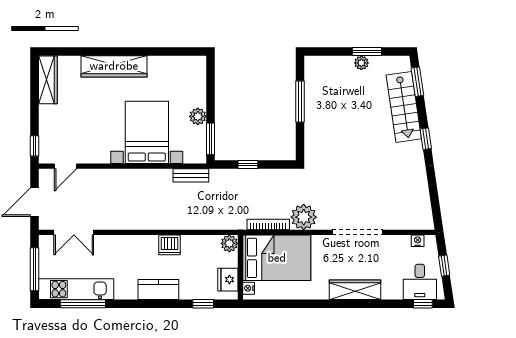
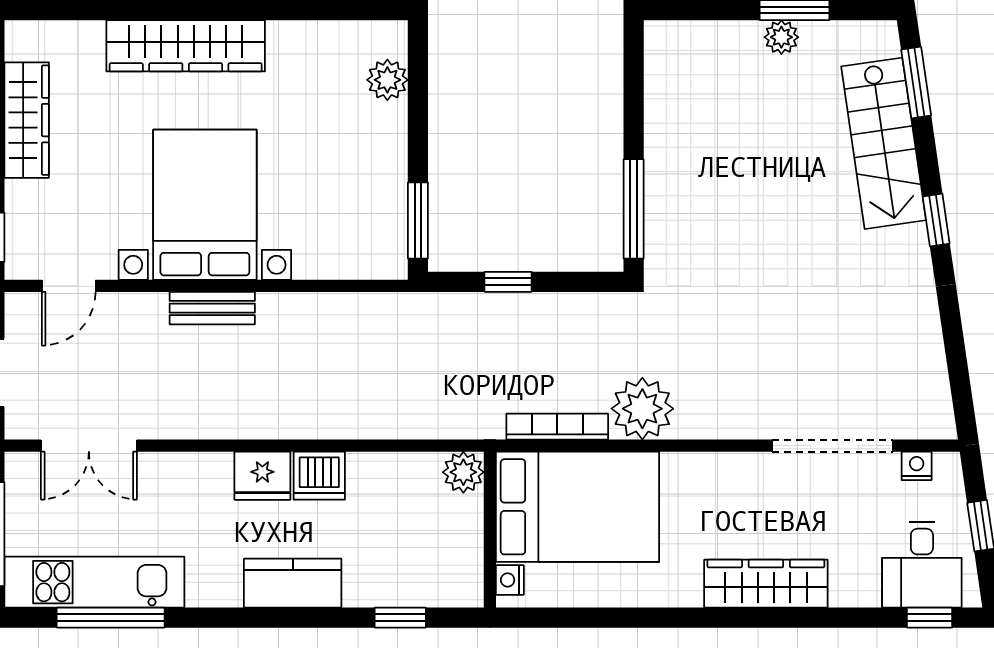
wardrobe: (48, 80) -> (27, 120), moved
window: (300, 101) -> (634, 209), moved
plant: (198, 116) -> (387, 80), moved
bed with nightstands: (147, 132) -> (205, 205), moved
bench: (191, 175) -> (212, 308), moved
doorway: (357, 232) -> (832, 446), moved
fridge: (228, 280) -> (262, 476), moved, turned -90

